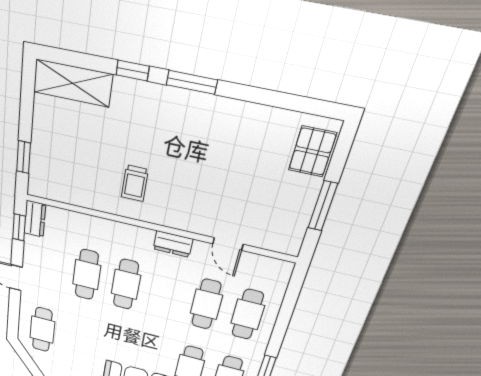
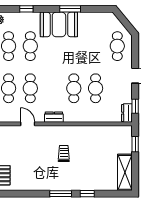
shelving: (73, 83) -> (125, 172), moved, turned 90
trolley: (135, 183) -> (64, 154), moved

